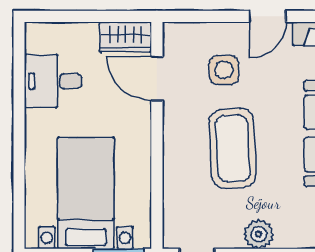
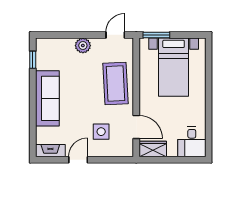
desk: (53, 81) -> (192, 142), moved, turned 90
coffee table: (233, 148) -> (116, 83), moved

